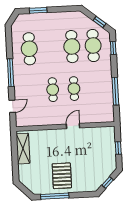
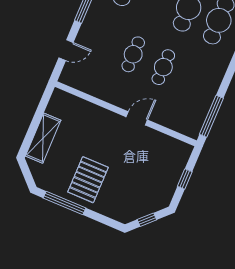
window: (115, 91) -> (211, 116), moved
shelving: (23, 149) -> (43, 138), moved

